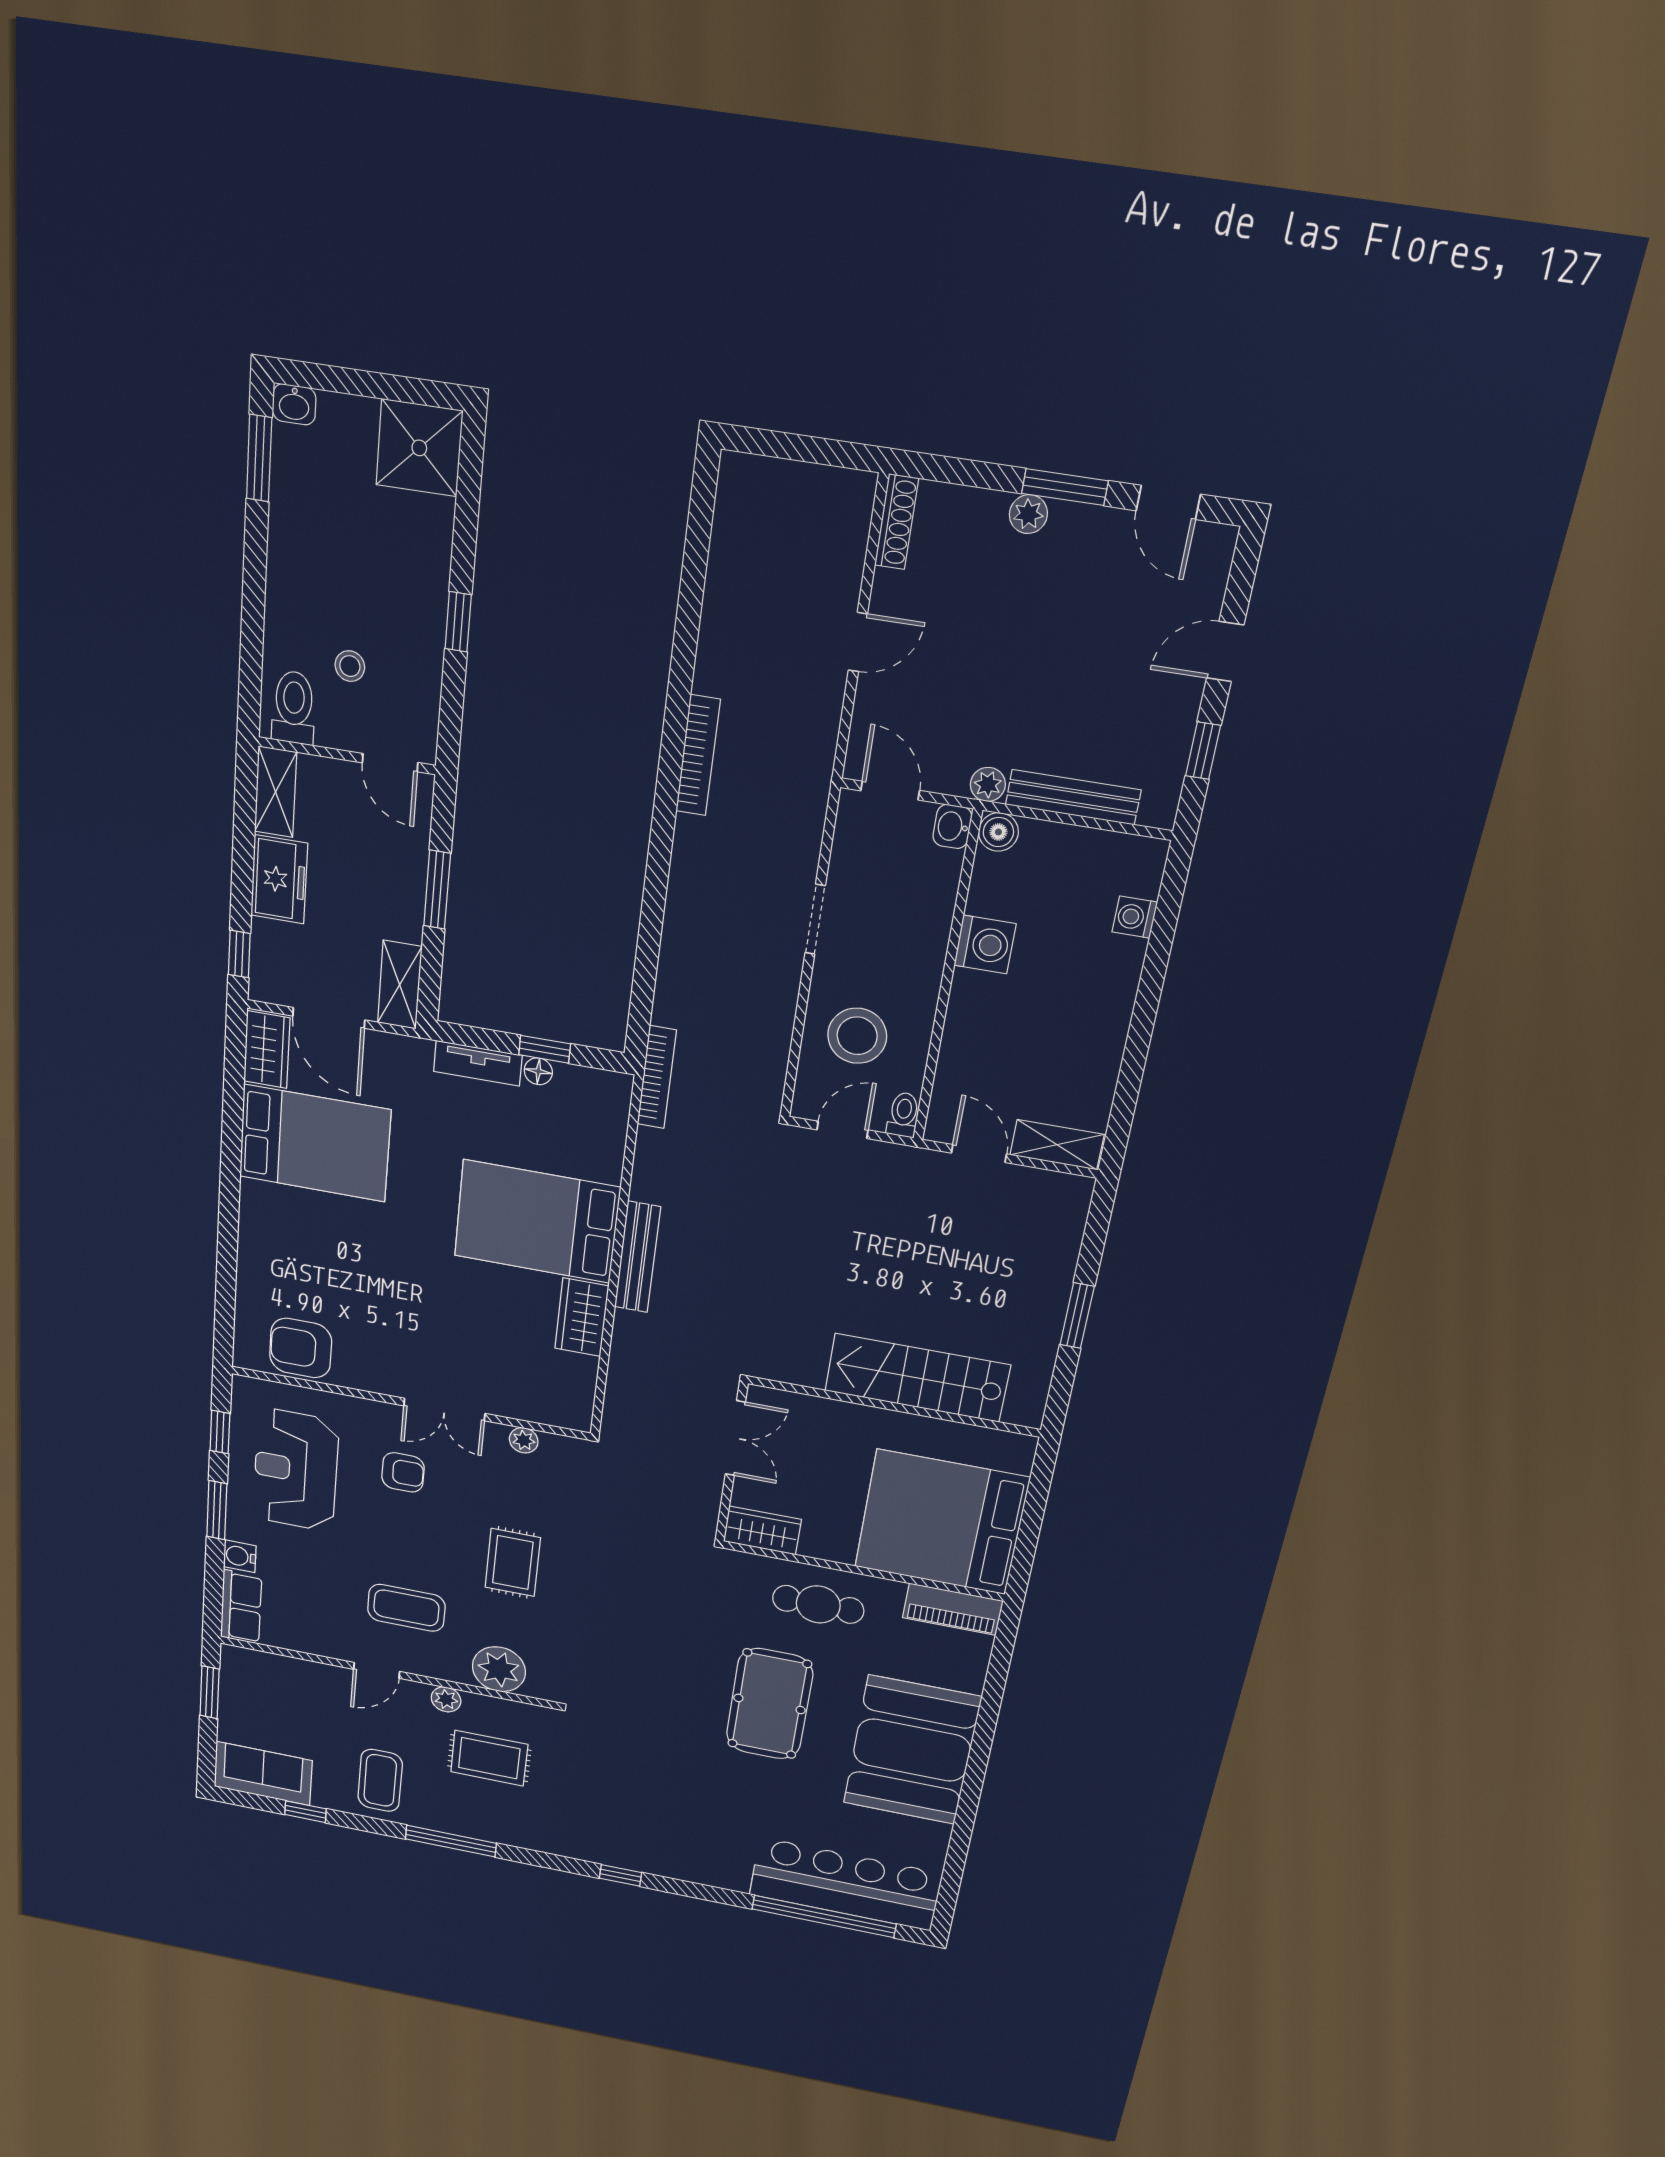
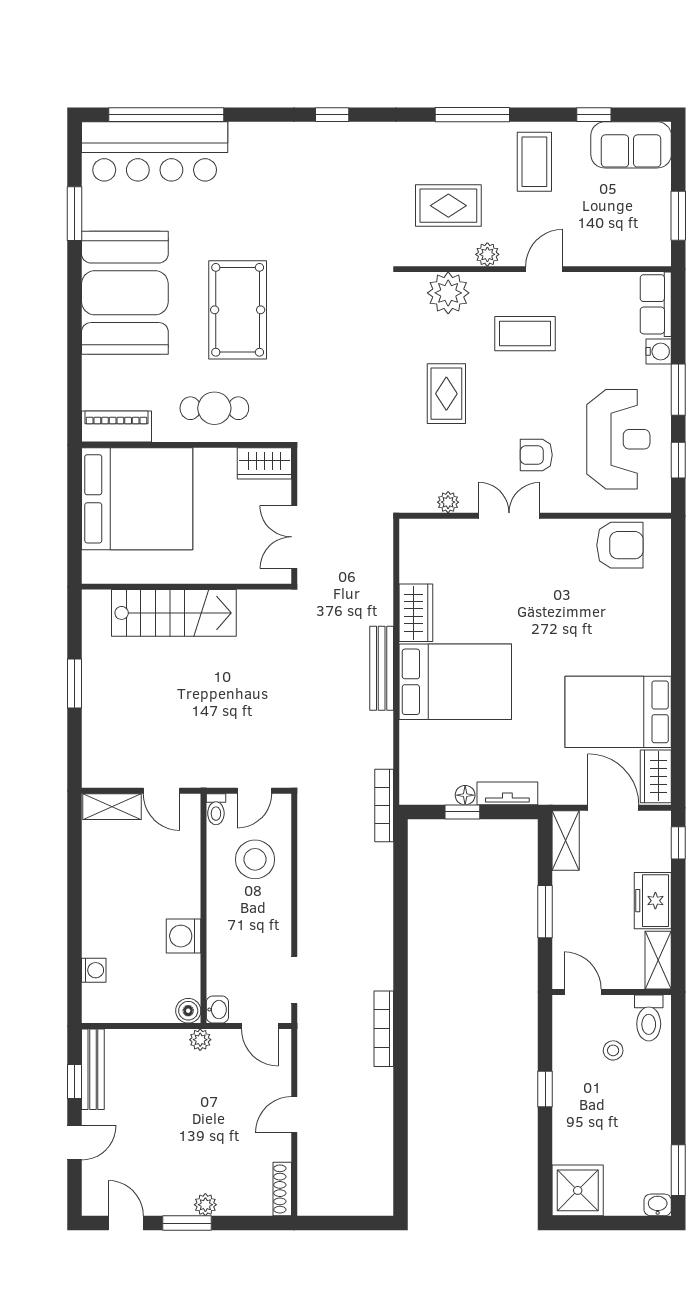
bench: (1073, 797) -> (93, 1069), moved, turned 90
doorway: (815, 919) -> (294, 980), moved
window: (959, 1843) -> (75, 214), added

